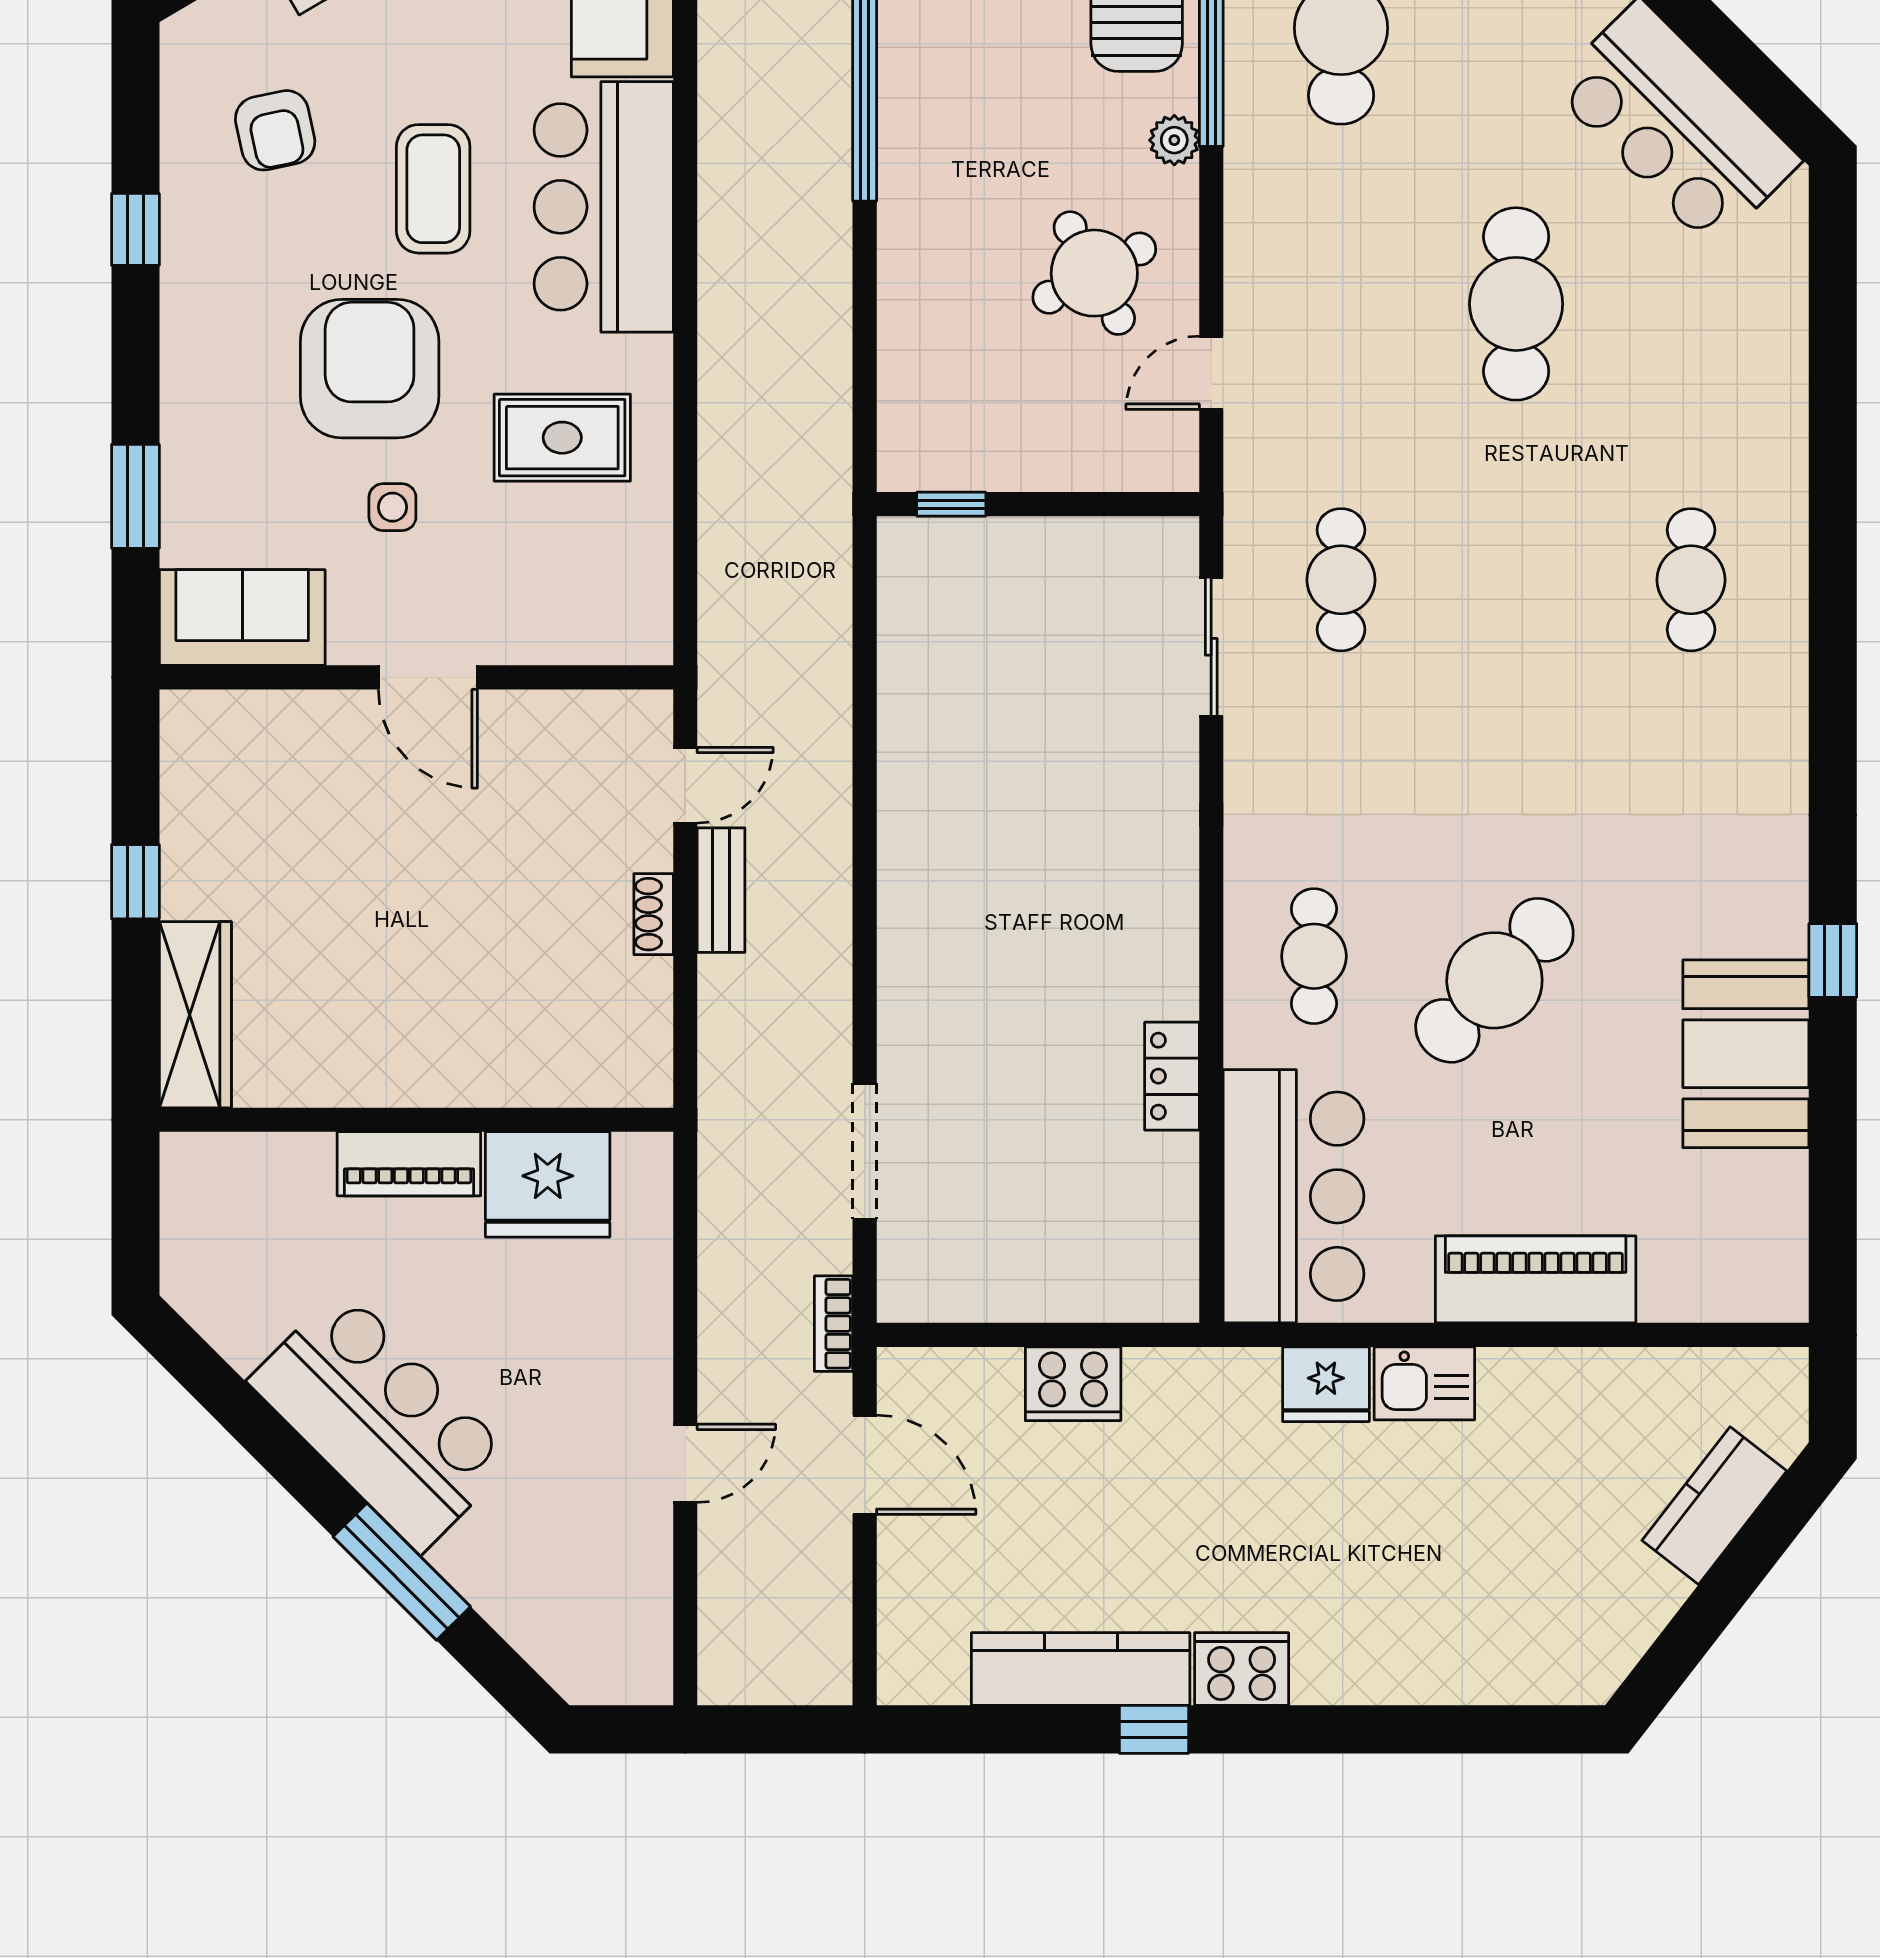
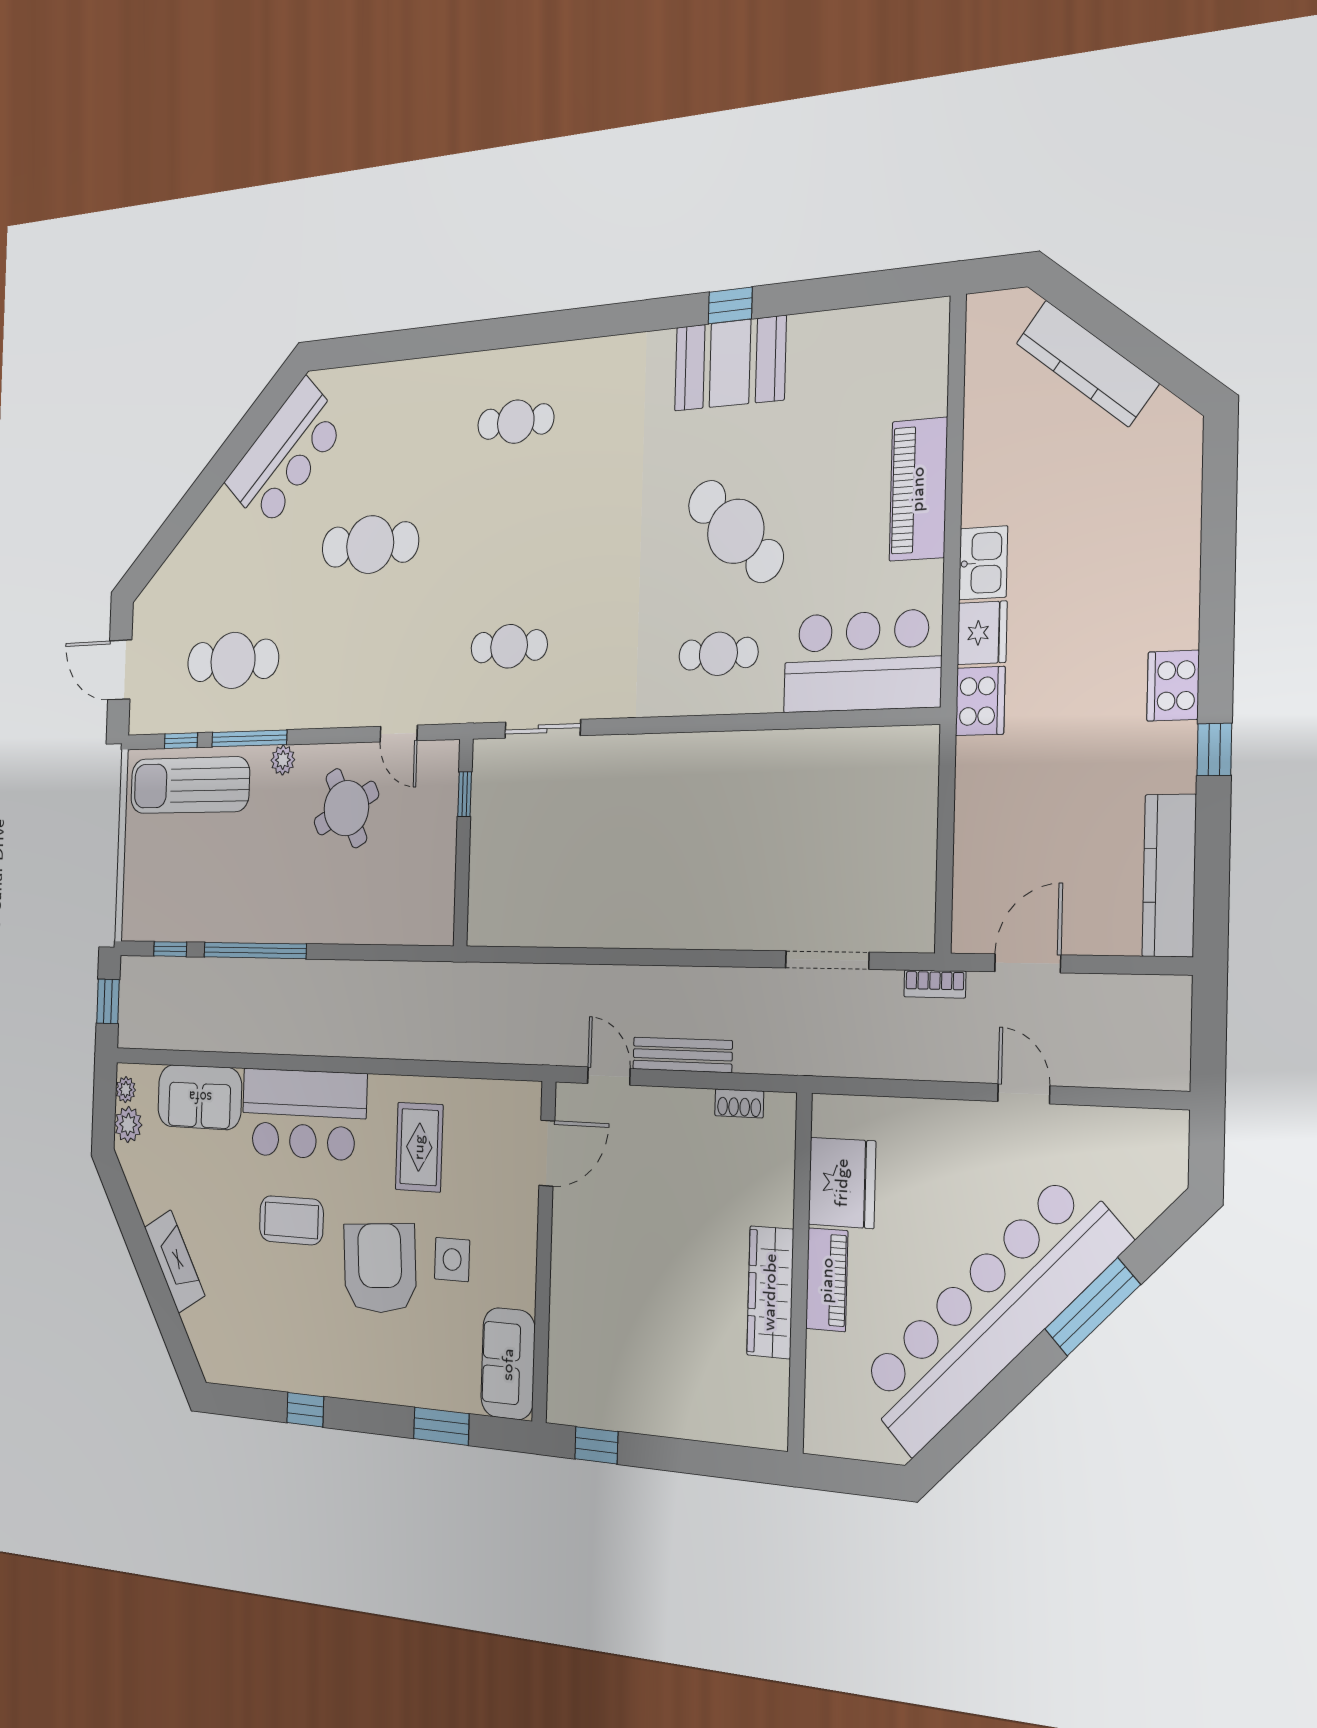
armchair: (275, 130) -> (260, 1316), removed
armchair: (370, 369) -> (380, 1268), turned 86
window: (951, 504) -> (465, 794), moved
side table: (392, 507) -> (452, 1259), width x1.37, depth x1.37
door: (428, 677) -> (547, 1153), moved
window: (135, 882) -> (596, 1445), moved
bench: (721, 890) -> (682, 1055), width x1.36
shoe rack: (654, 914) -> (739, 1103), moved
wardrobe: (195, 1015) -> (770, 1292), moved, turned -90
booth: (1746, 1054) -> (730, 363), moved
locker: (1172, 1076) -> (787, 748), removed
cooker: (1073, 1384) -> (980, 701), moved
bar counter: (381, 1420) -> (990, 1313), width x1.86
kitchen counter: (1714, 1506) -> (1087, 363), width x1.50
kitchen counter: (1081, 1669) -> (1169, 875), moved

